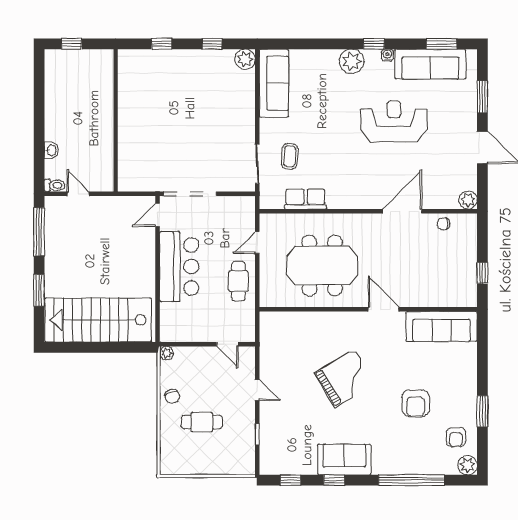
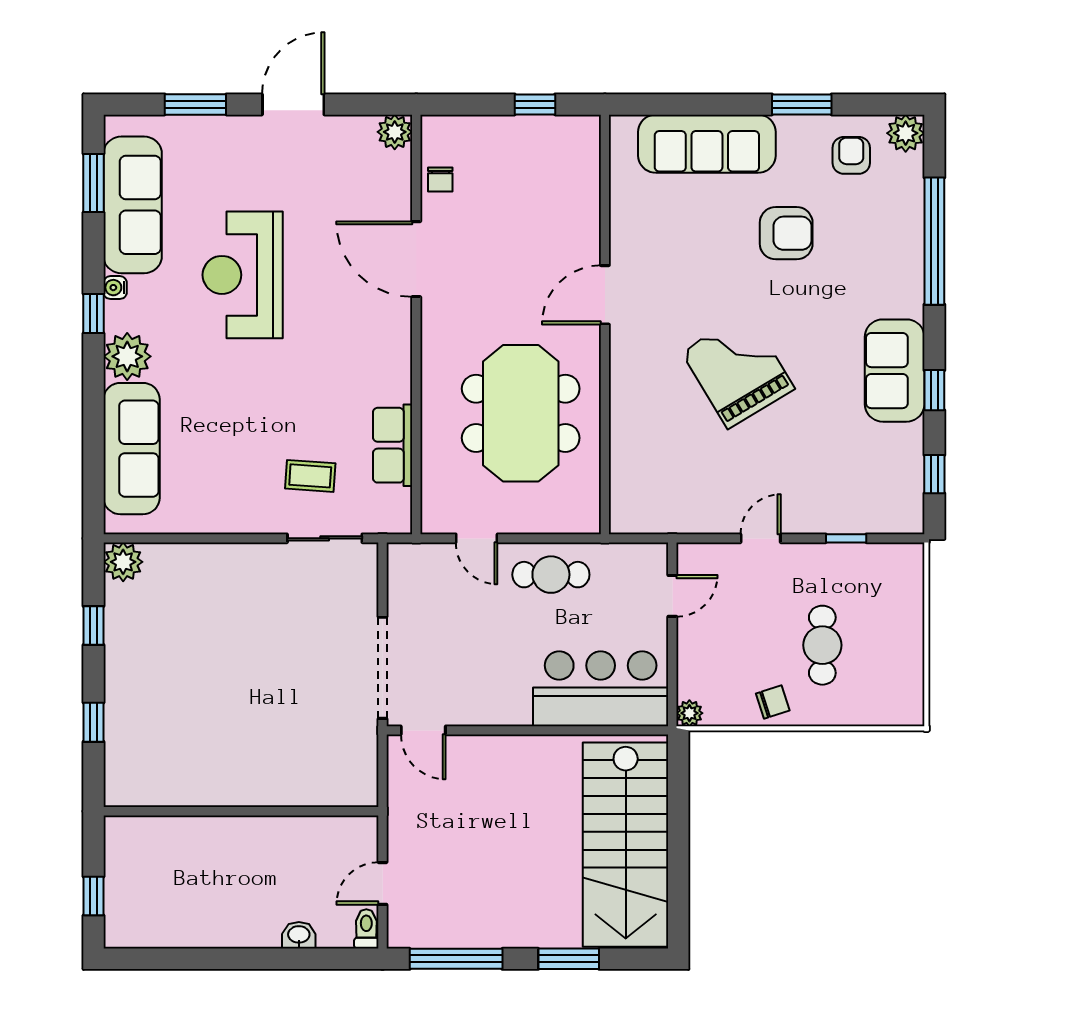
sofa: (274, 83) -> (132, 449), moved, turned 90
bar counter: (179, 267) -> (601, 689), moved
sofa: (442, 326) -> (707, 144), moved, turned 90
armchair: (456, 437) -> (851, 155), turned -90

